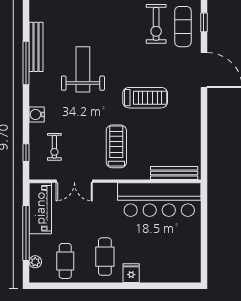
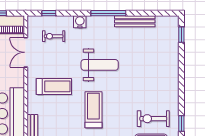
window: (26, 63) -> (108, 13), moved
weight bench: (83, 69) -> (100, 65), moved
treadmill: (145, 98) -> (93, 110), turned 180

